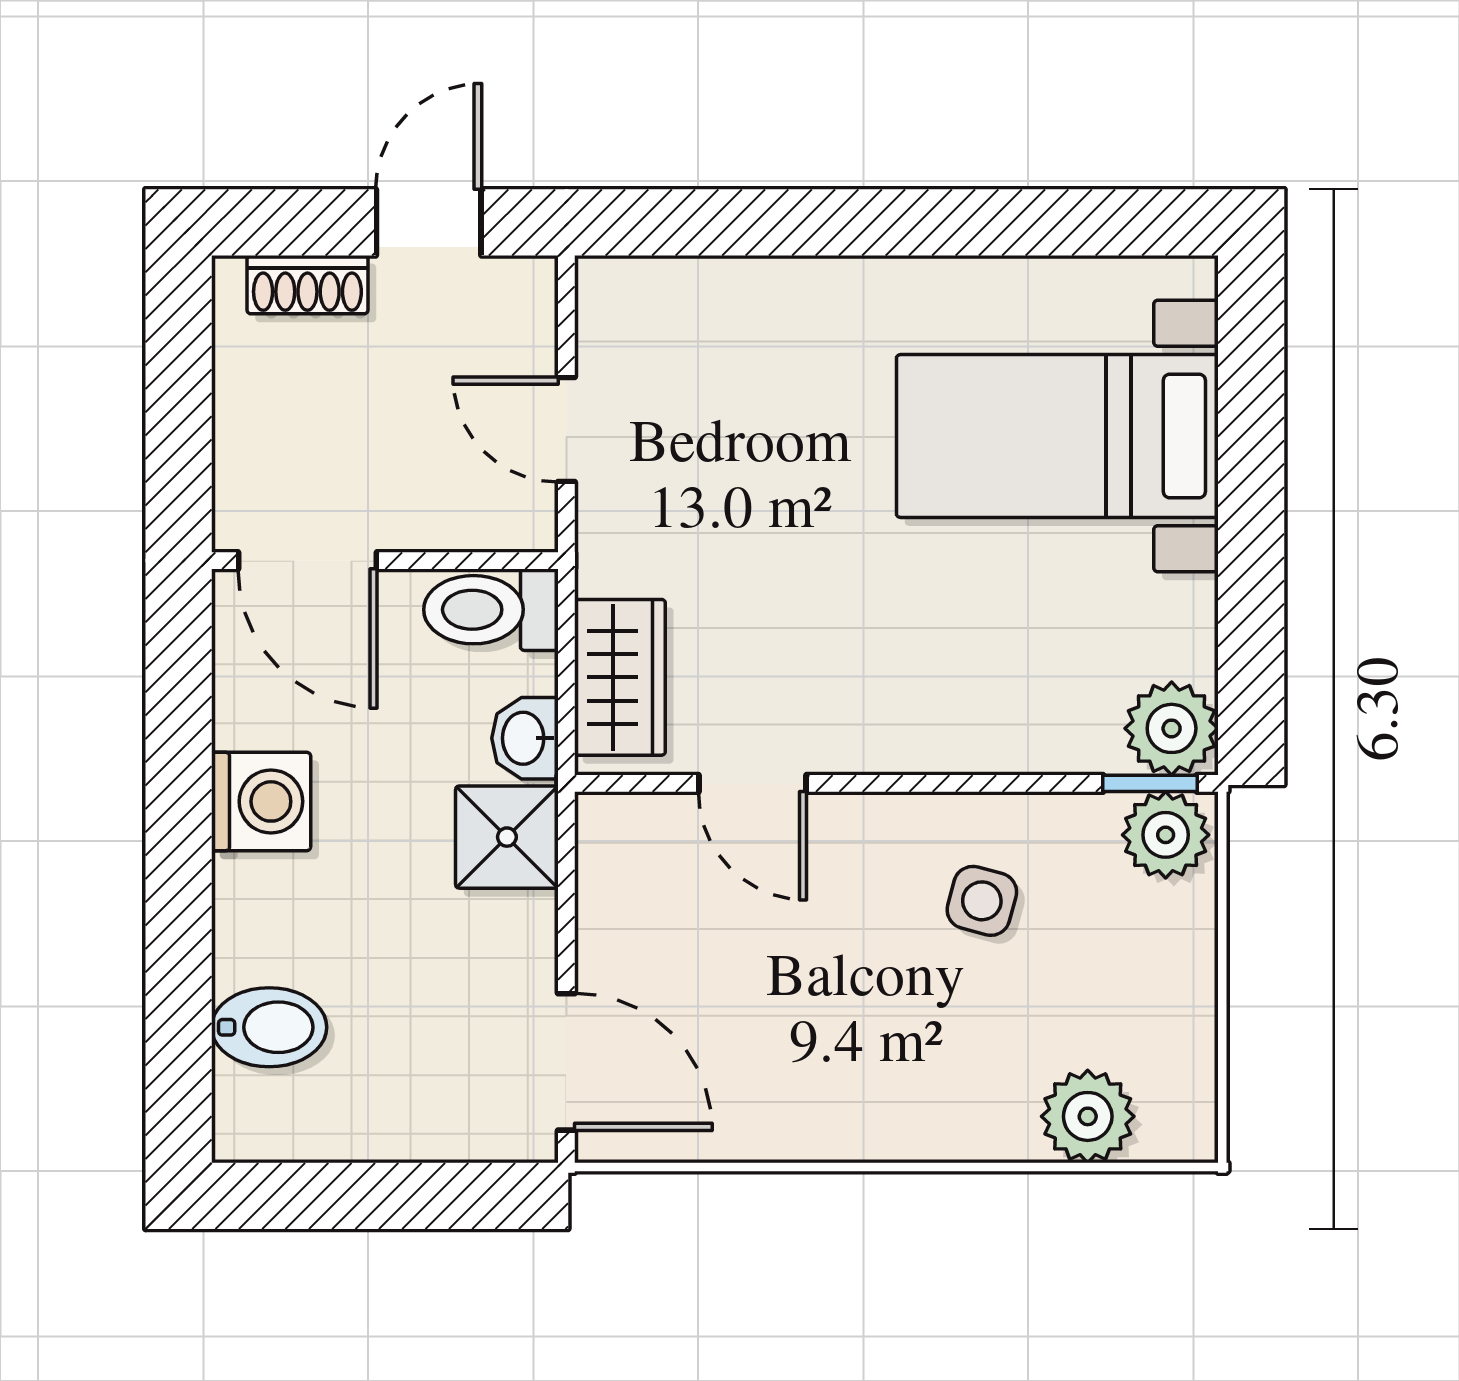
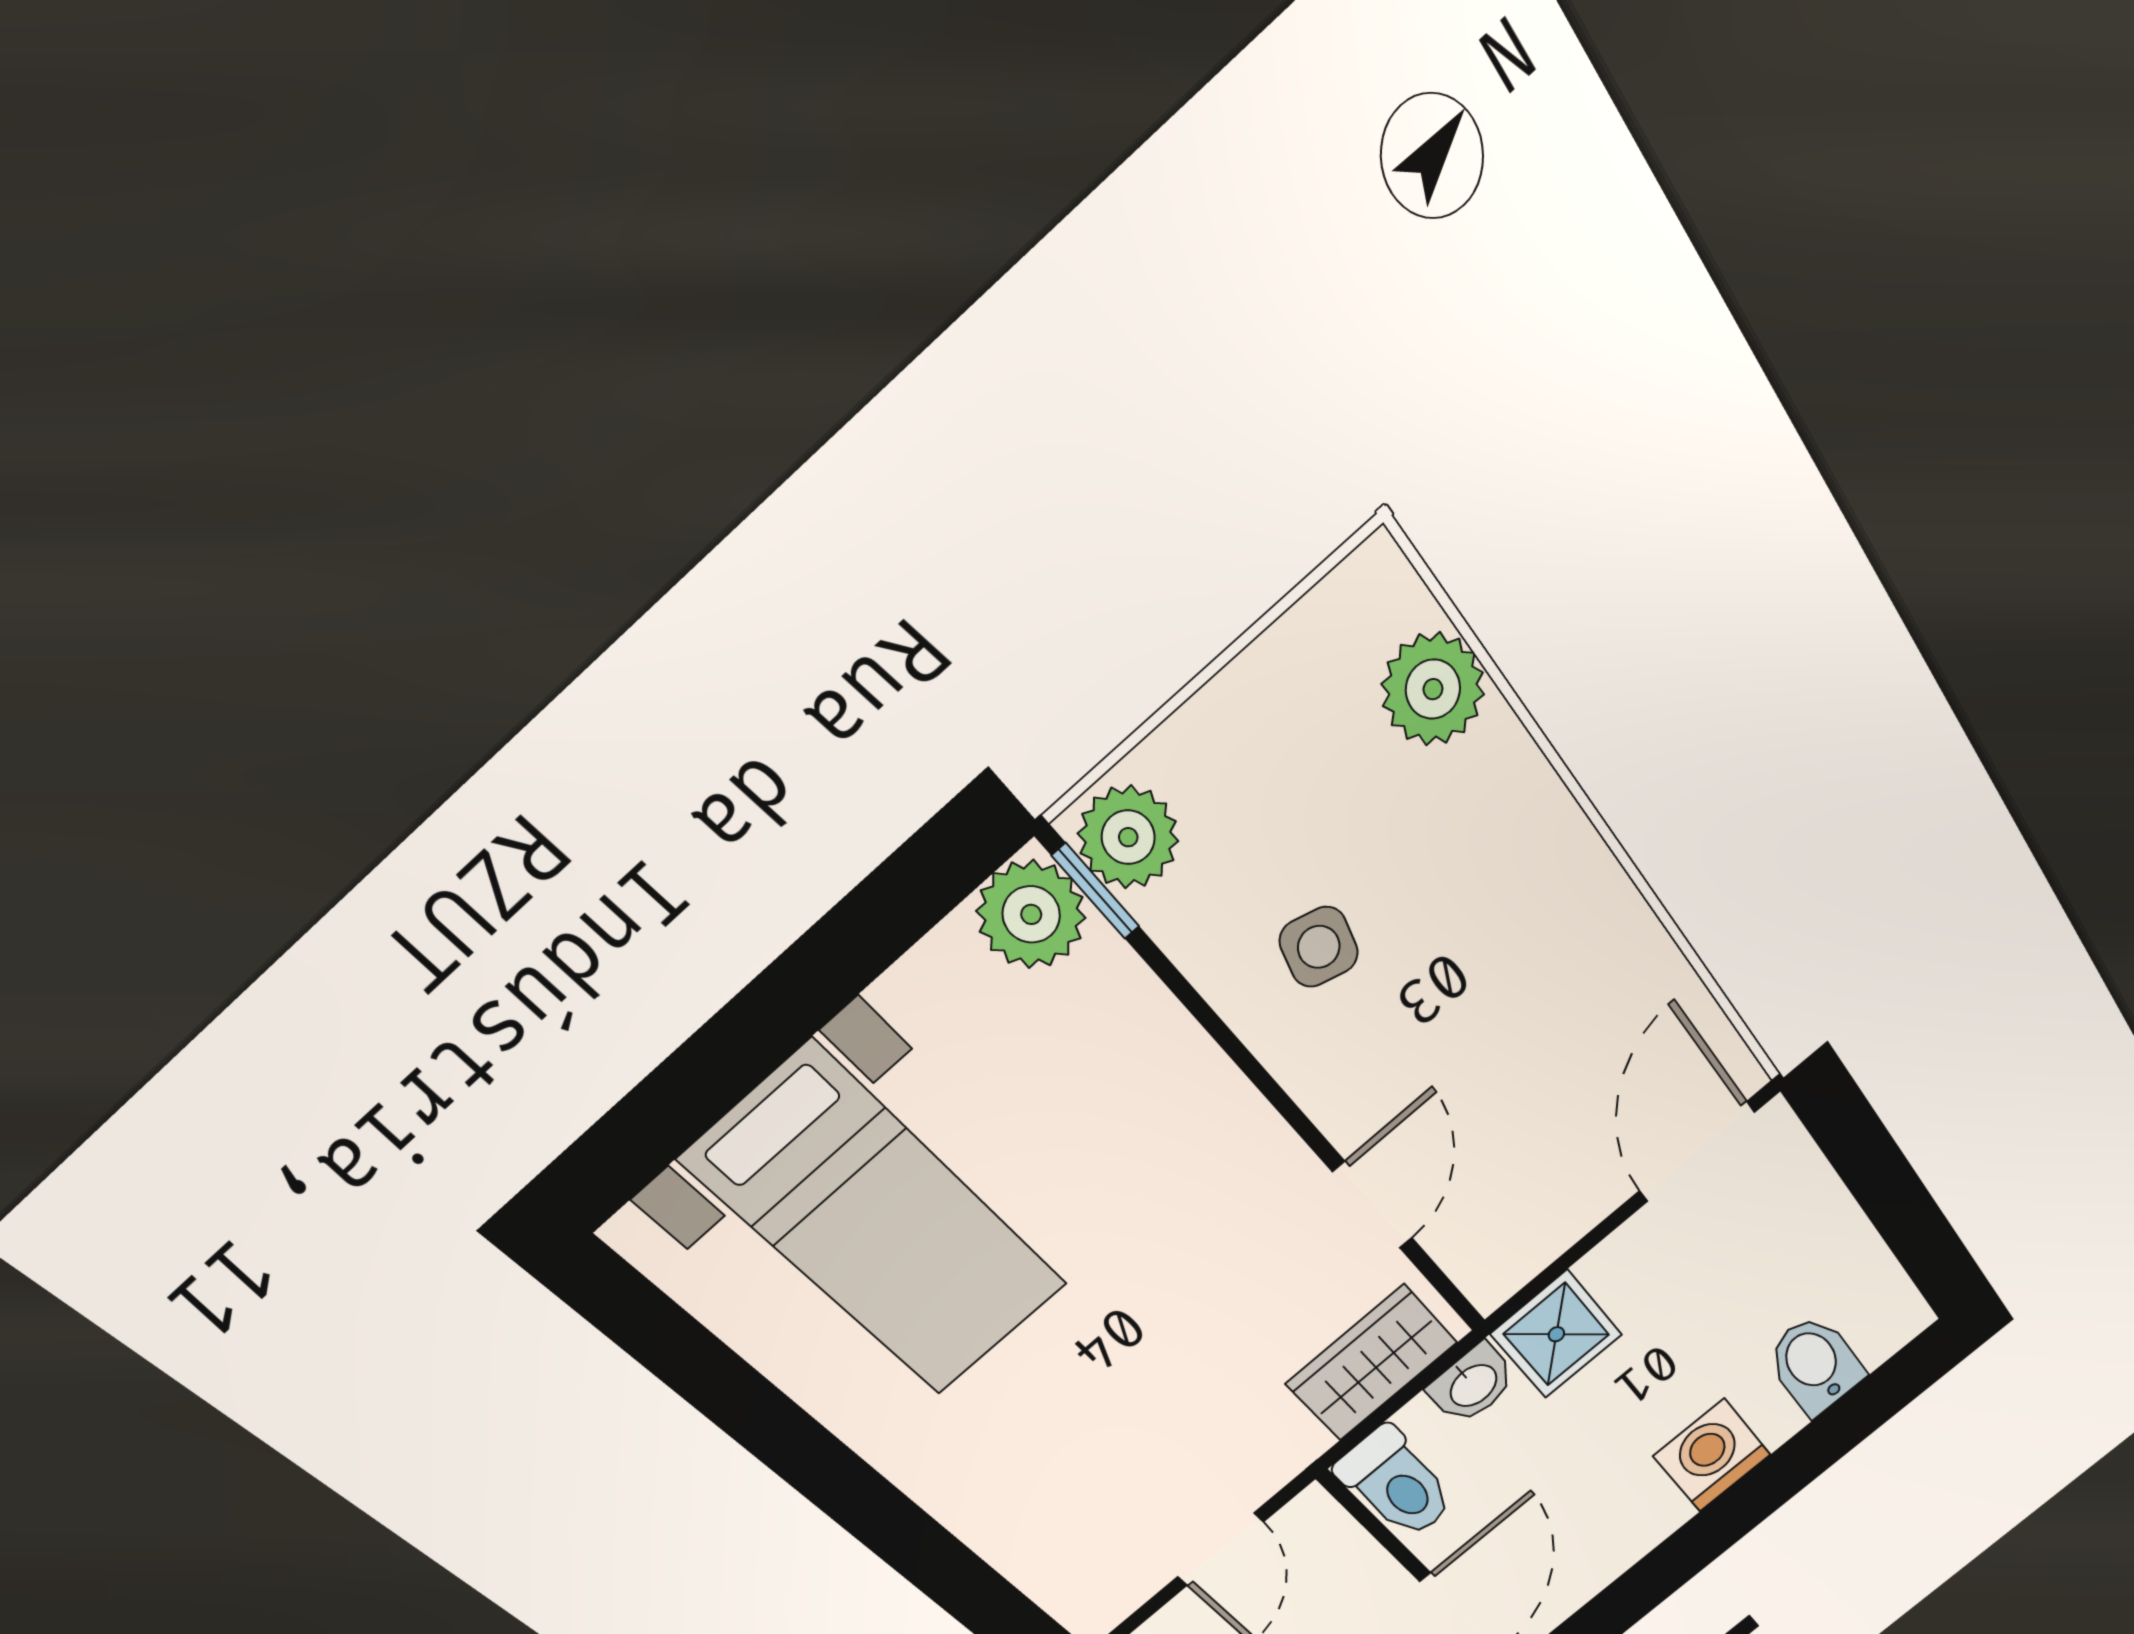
washing machine: (261, 801) -> (1712, 1455), moved

